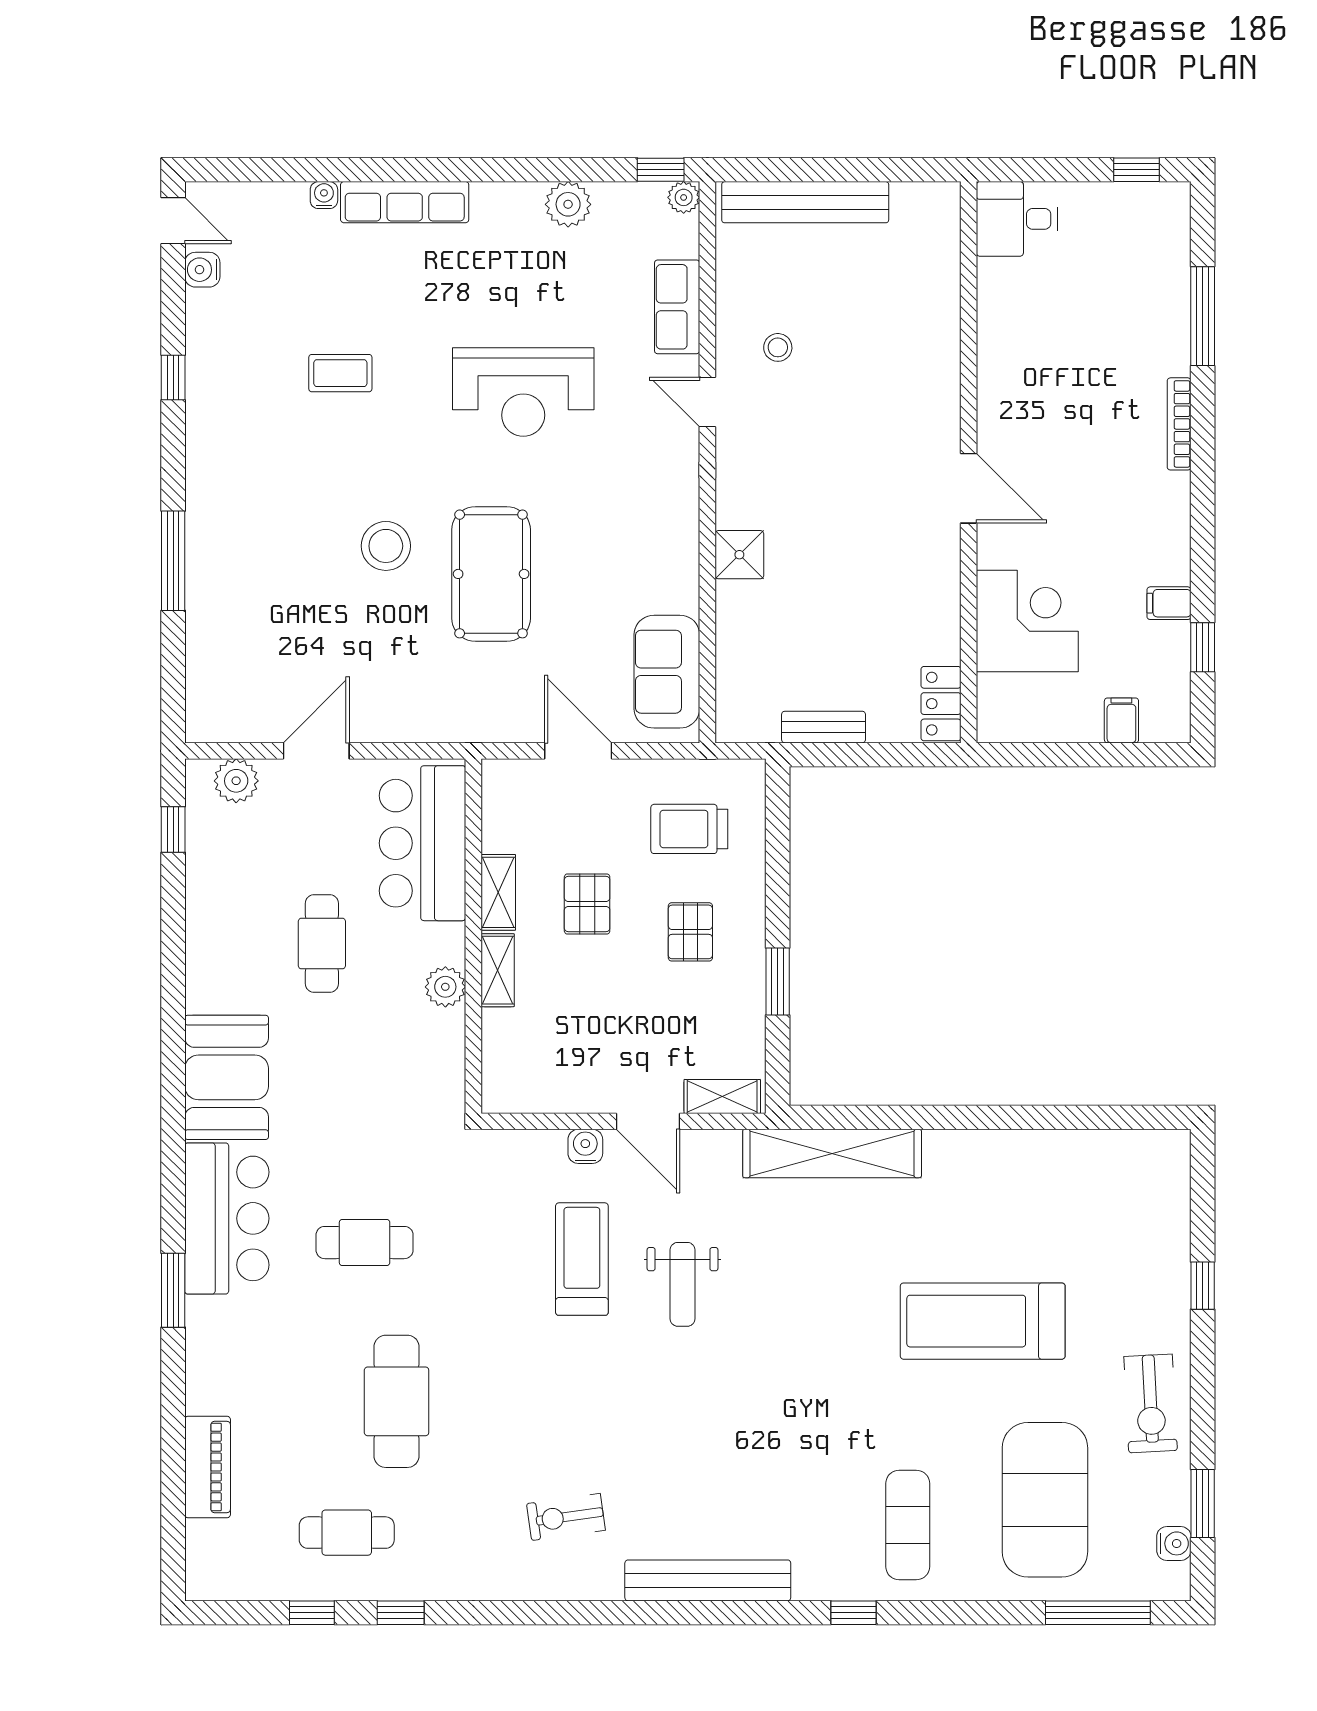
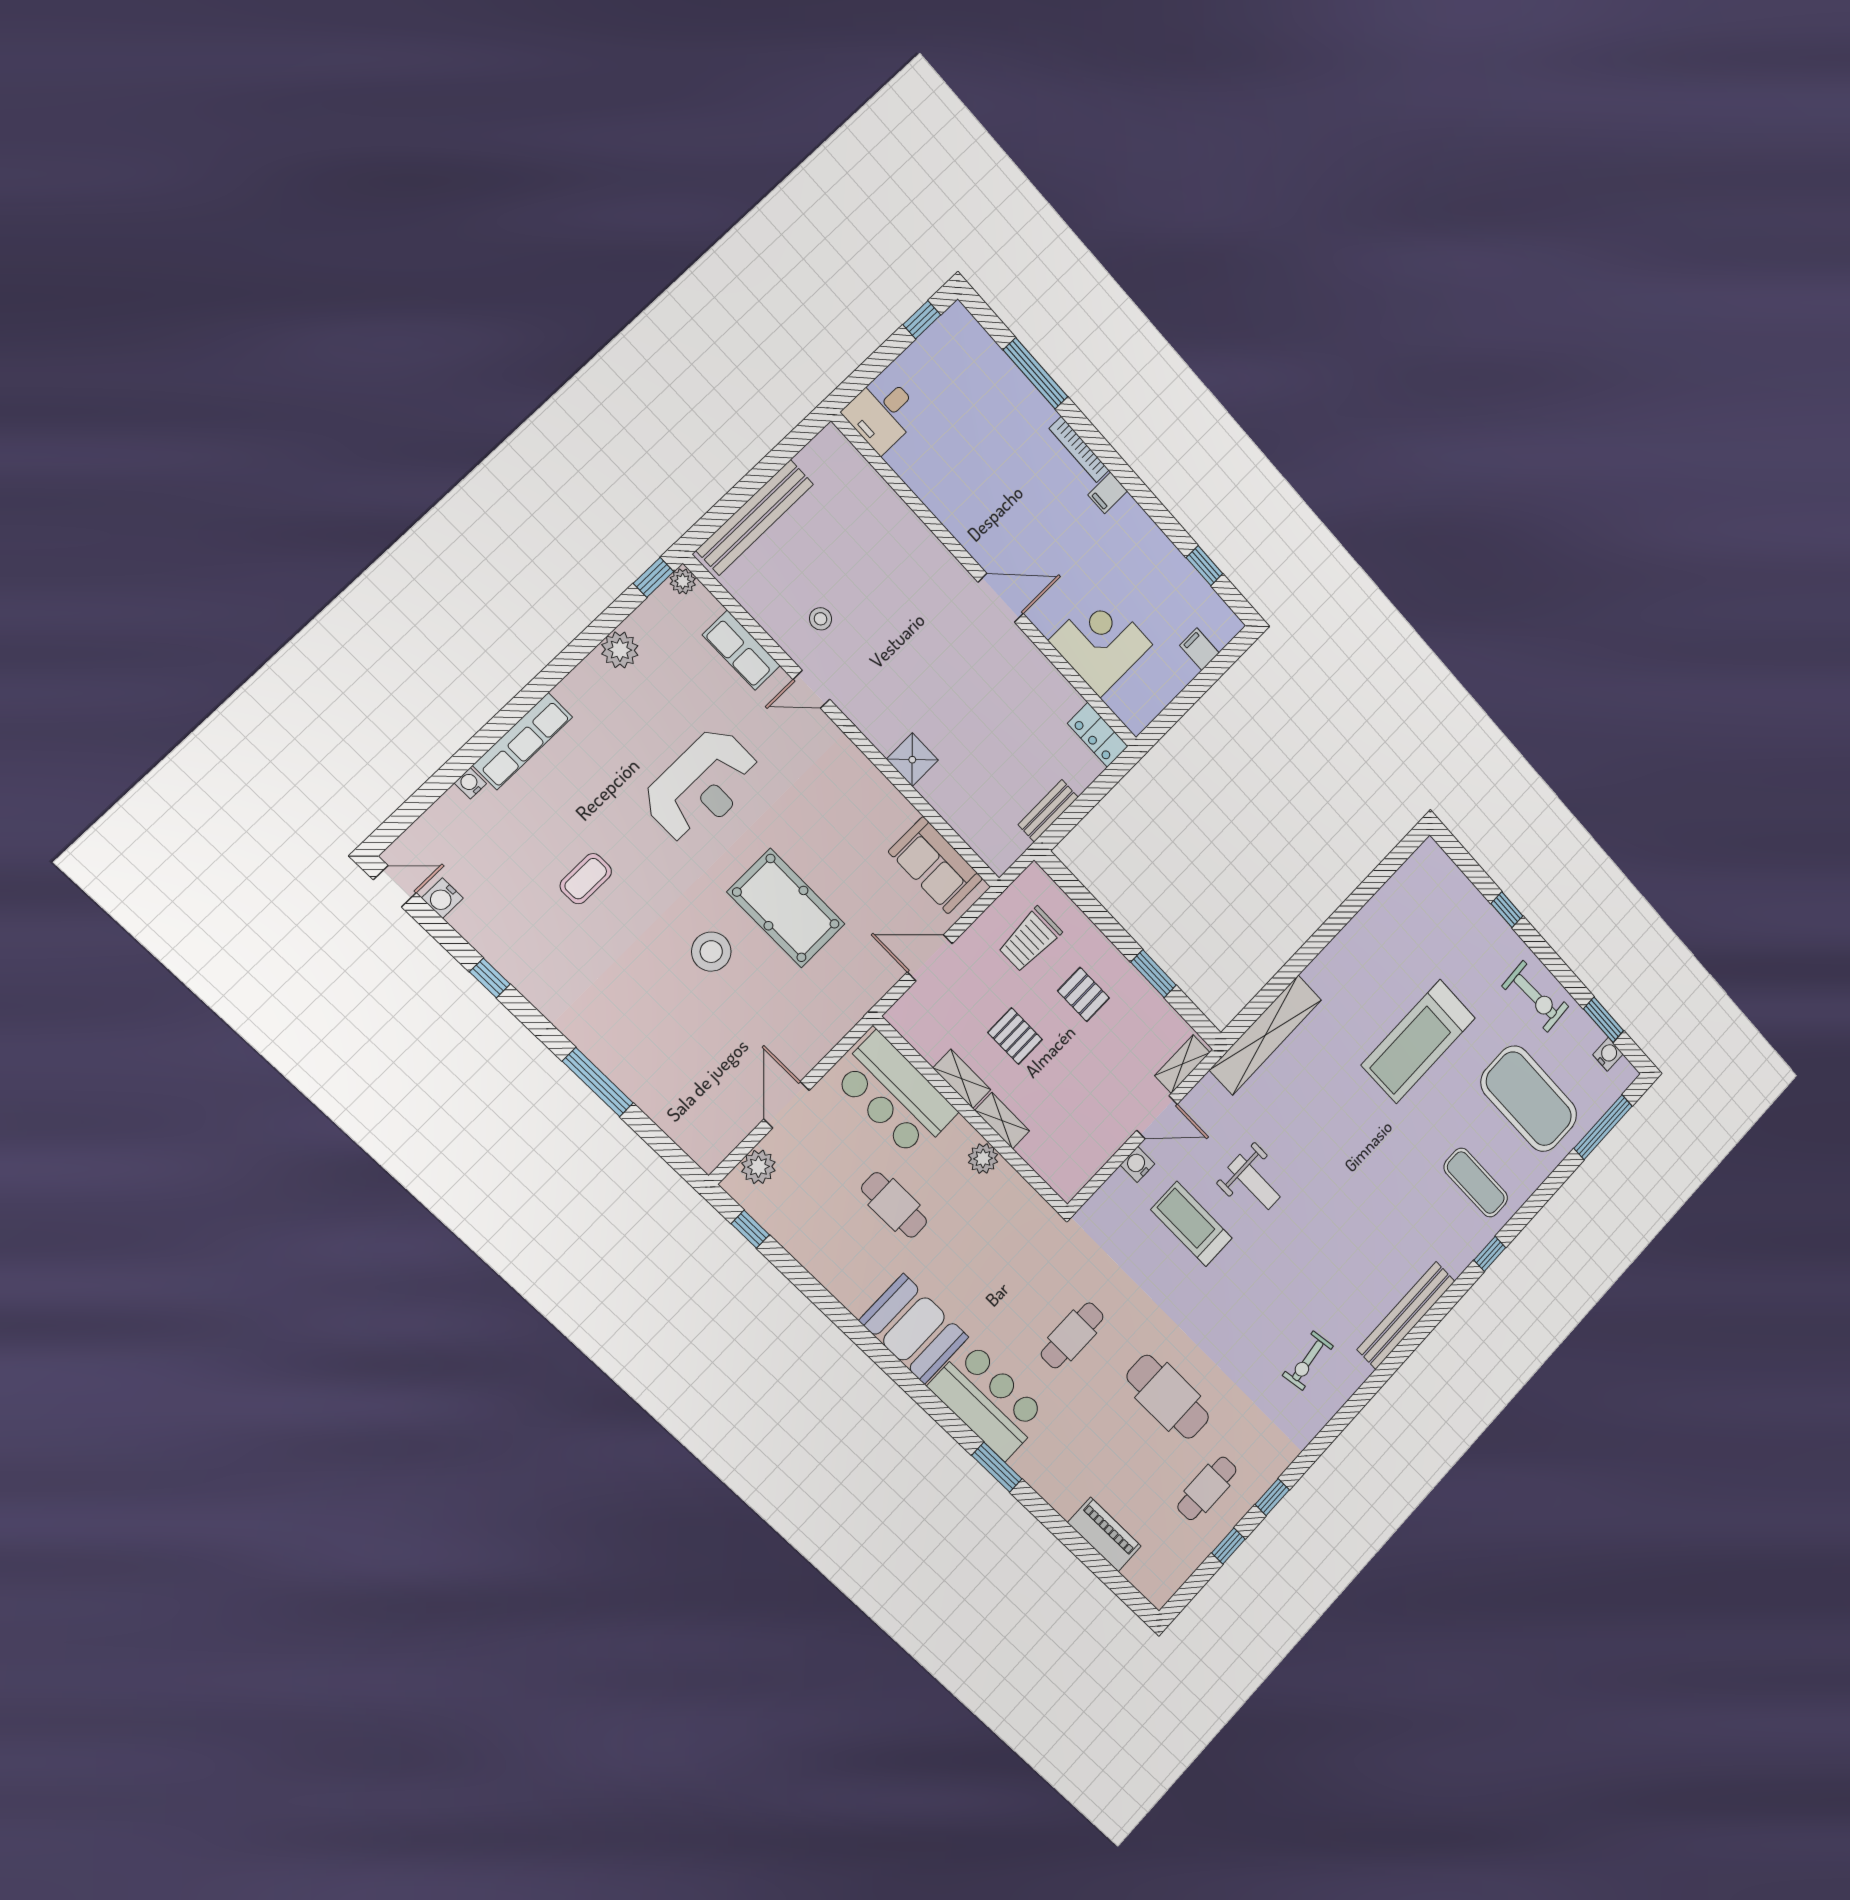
filing cabinet: (1169, 603) -> (1108, 493), moved

